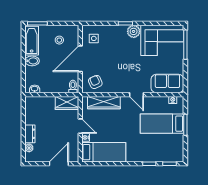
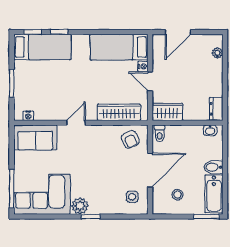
door: (136, 95) -> (76, 123), hinge flipped
bed: (162, 124) -> (42, 47), moved
dresser: (30, 134) -> (216, 109), moved

